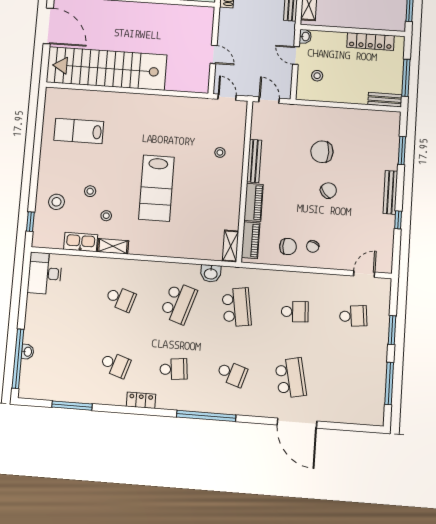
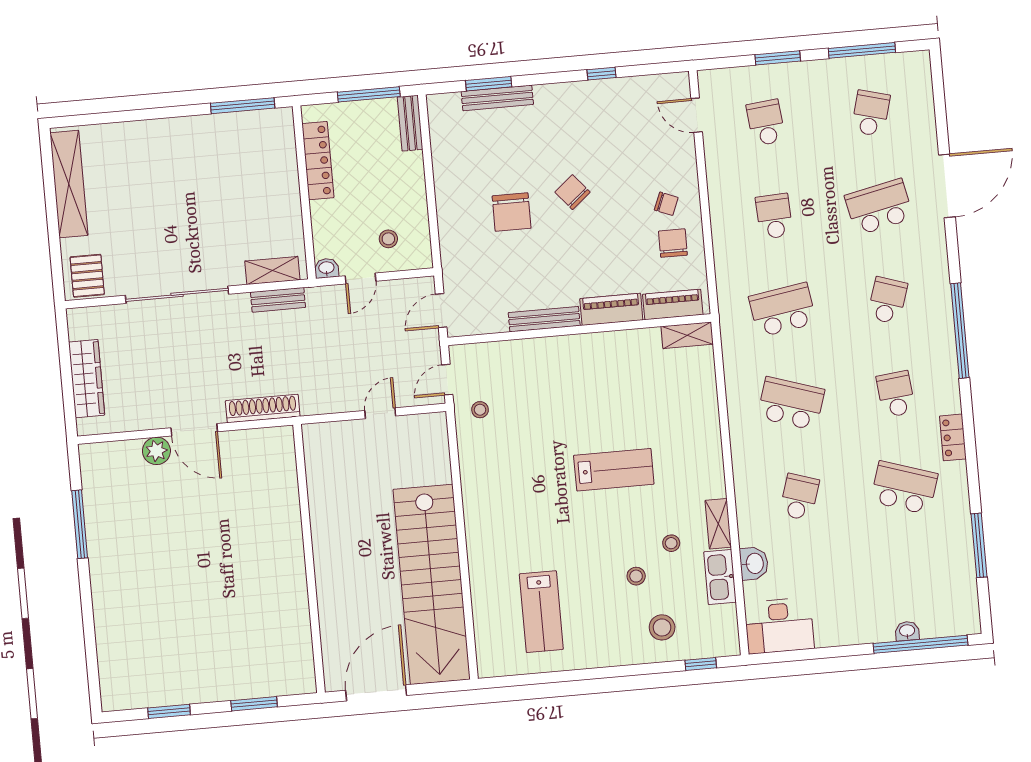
stool: (220, 152) -> (480, 410), moved
lab bench: (156, 188) -> (614, 470), width x0.73, depth x0.72
bench: (390, 192) -> (497, 98), moved
washbasin: (211, 273) -> (754, 563), moved
school desk: (115, 365) -> (904, 488), width x1.85
school desk: (349, 383) -> (871, 113), added

